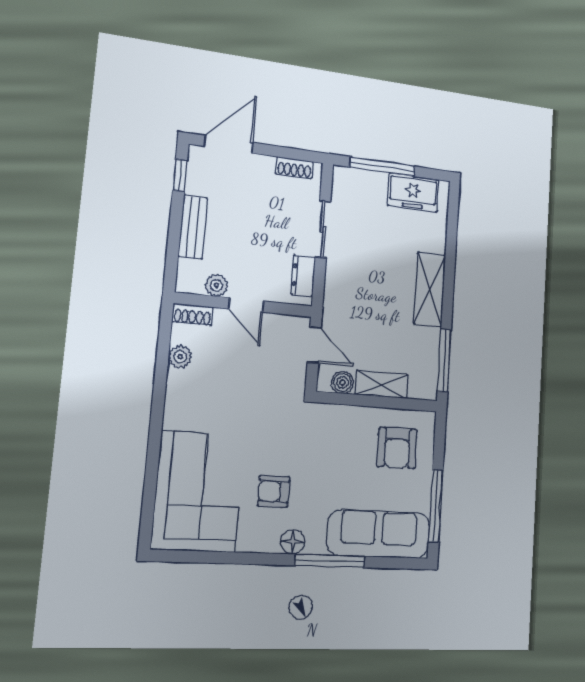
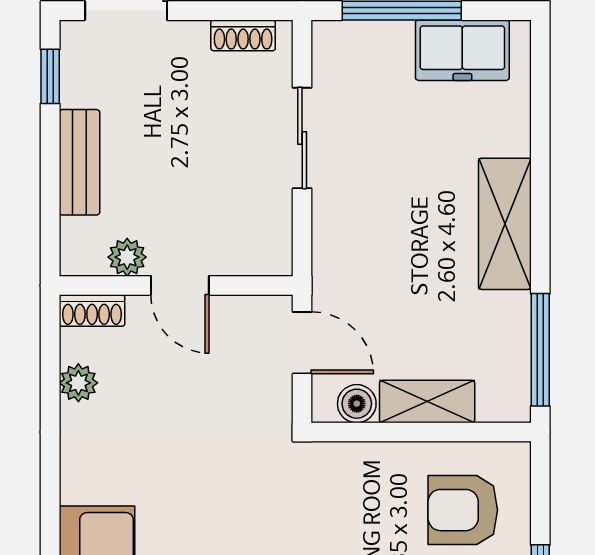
dresser: (303, 276) -> (273, 224), removed
armchair: (397, 448) -> (463, 510), turned 90

